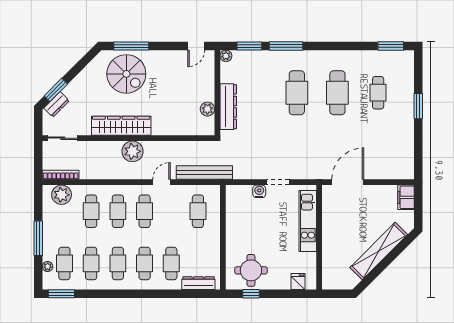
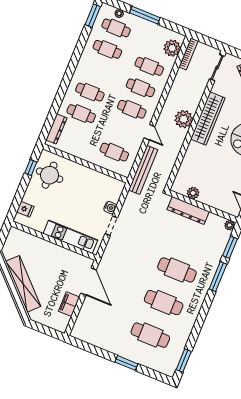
cafe table: (378, 93) -> (150, 335), width x1.37, depth x1.35
filing cabinet: (406, 197) -> (69, 304), moved, turned -90
cafe table: (118, 263) -> (99, 71), removed

